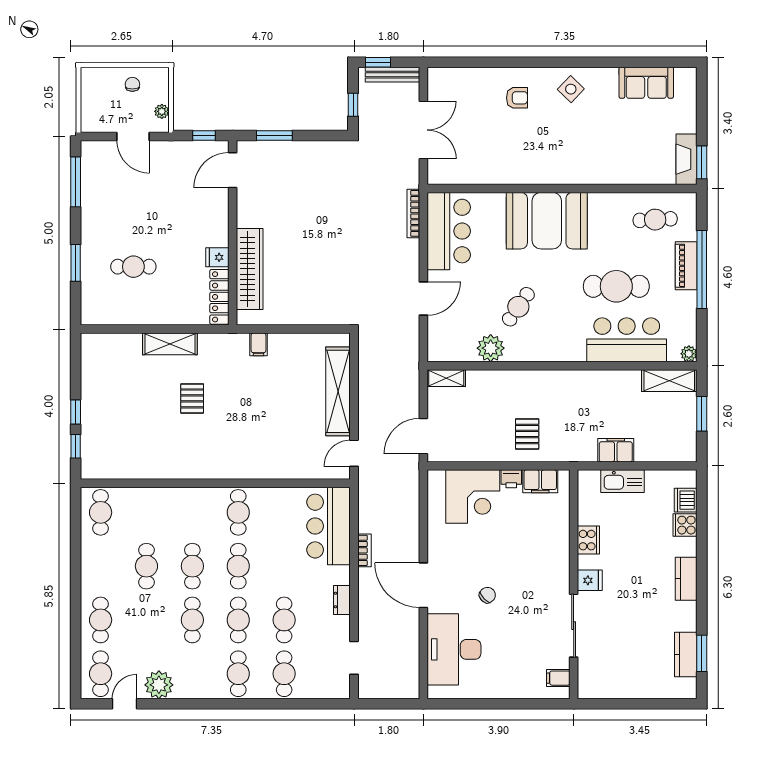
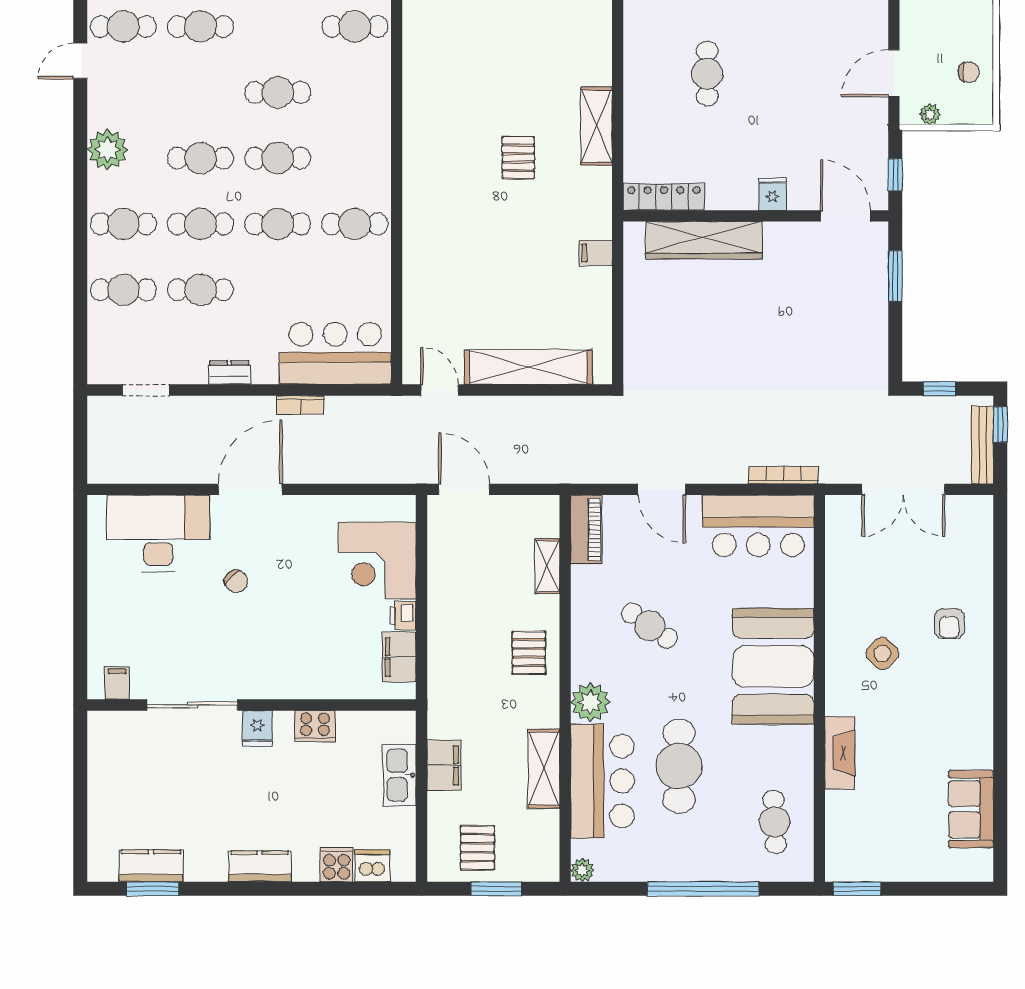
side table: (571, 89) -> (882, 653), moved
fireplace: (686, 159) -> (840, 753), moved, turned 90
fridge: (217, 257) -> (773, 194), moved
piano: (686, 266) -> (586, 530), moved, turned 90
plant: (491, 348) -> (590, 702), moved
shelving: (446, 378) -> (547, 566), moved
shelving: (669, 381) -> (544, 768), moved
pallet: (192, 398) -> (518, 158), turned 90
pallet: (673, 427) -> (477, 848), added
pallet: (527, 434) -> (529, 653), moved, turned 90
plant: (159, 685) -> (108, 150), moved
door: (124, 704) -> (80, 61), swing flipped

